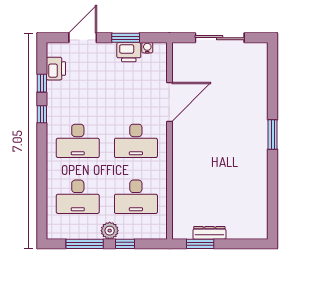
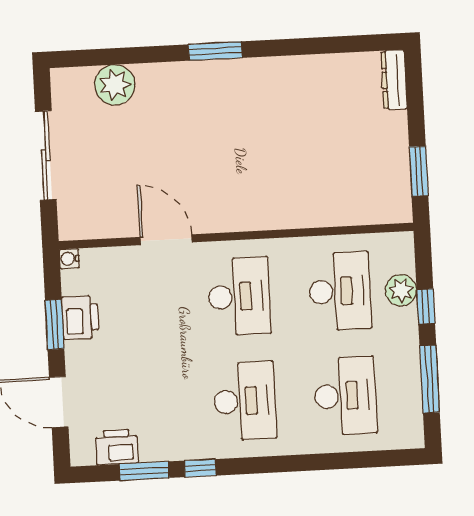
water cooler: (147, 48) -> (69, 259), moved
plant: (257, 78) -> (115, 85), added
window: (42, 83) -> (144, 471), width x1.50
door: (169, 102) -> (166, 240), width x0.73
plant: (110, 231) -> (401, 290), moved
dresser: (209, 233) -> (394, 80), moved

